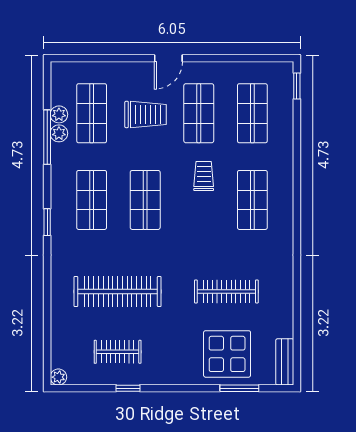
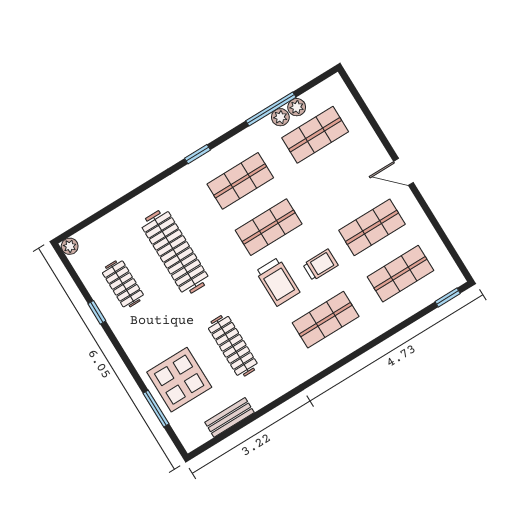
trolley: (145, 114) -> (278, 282), moved
bench: (285, 362) -> (229, 417), moved

